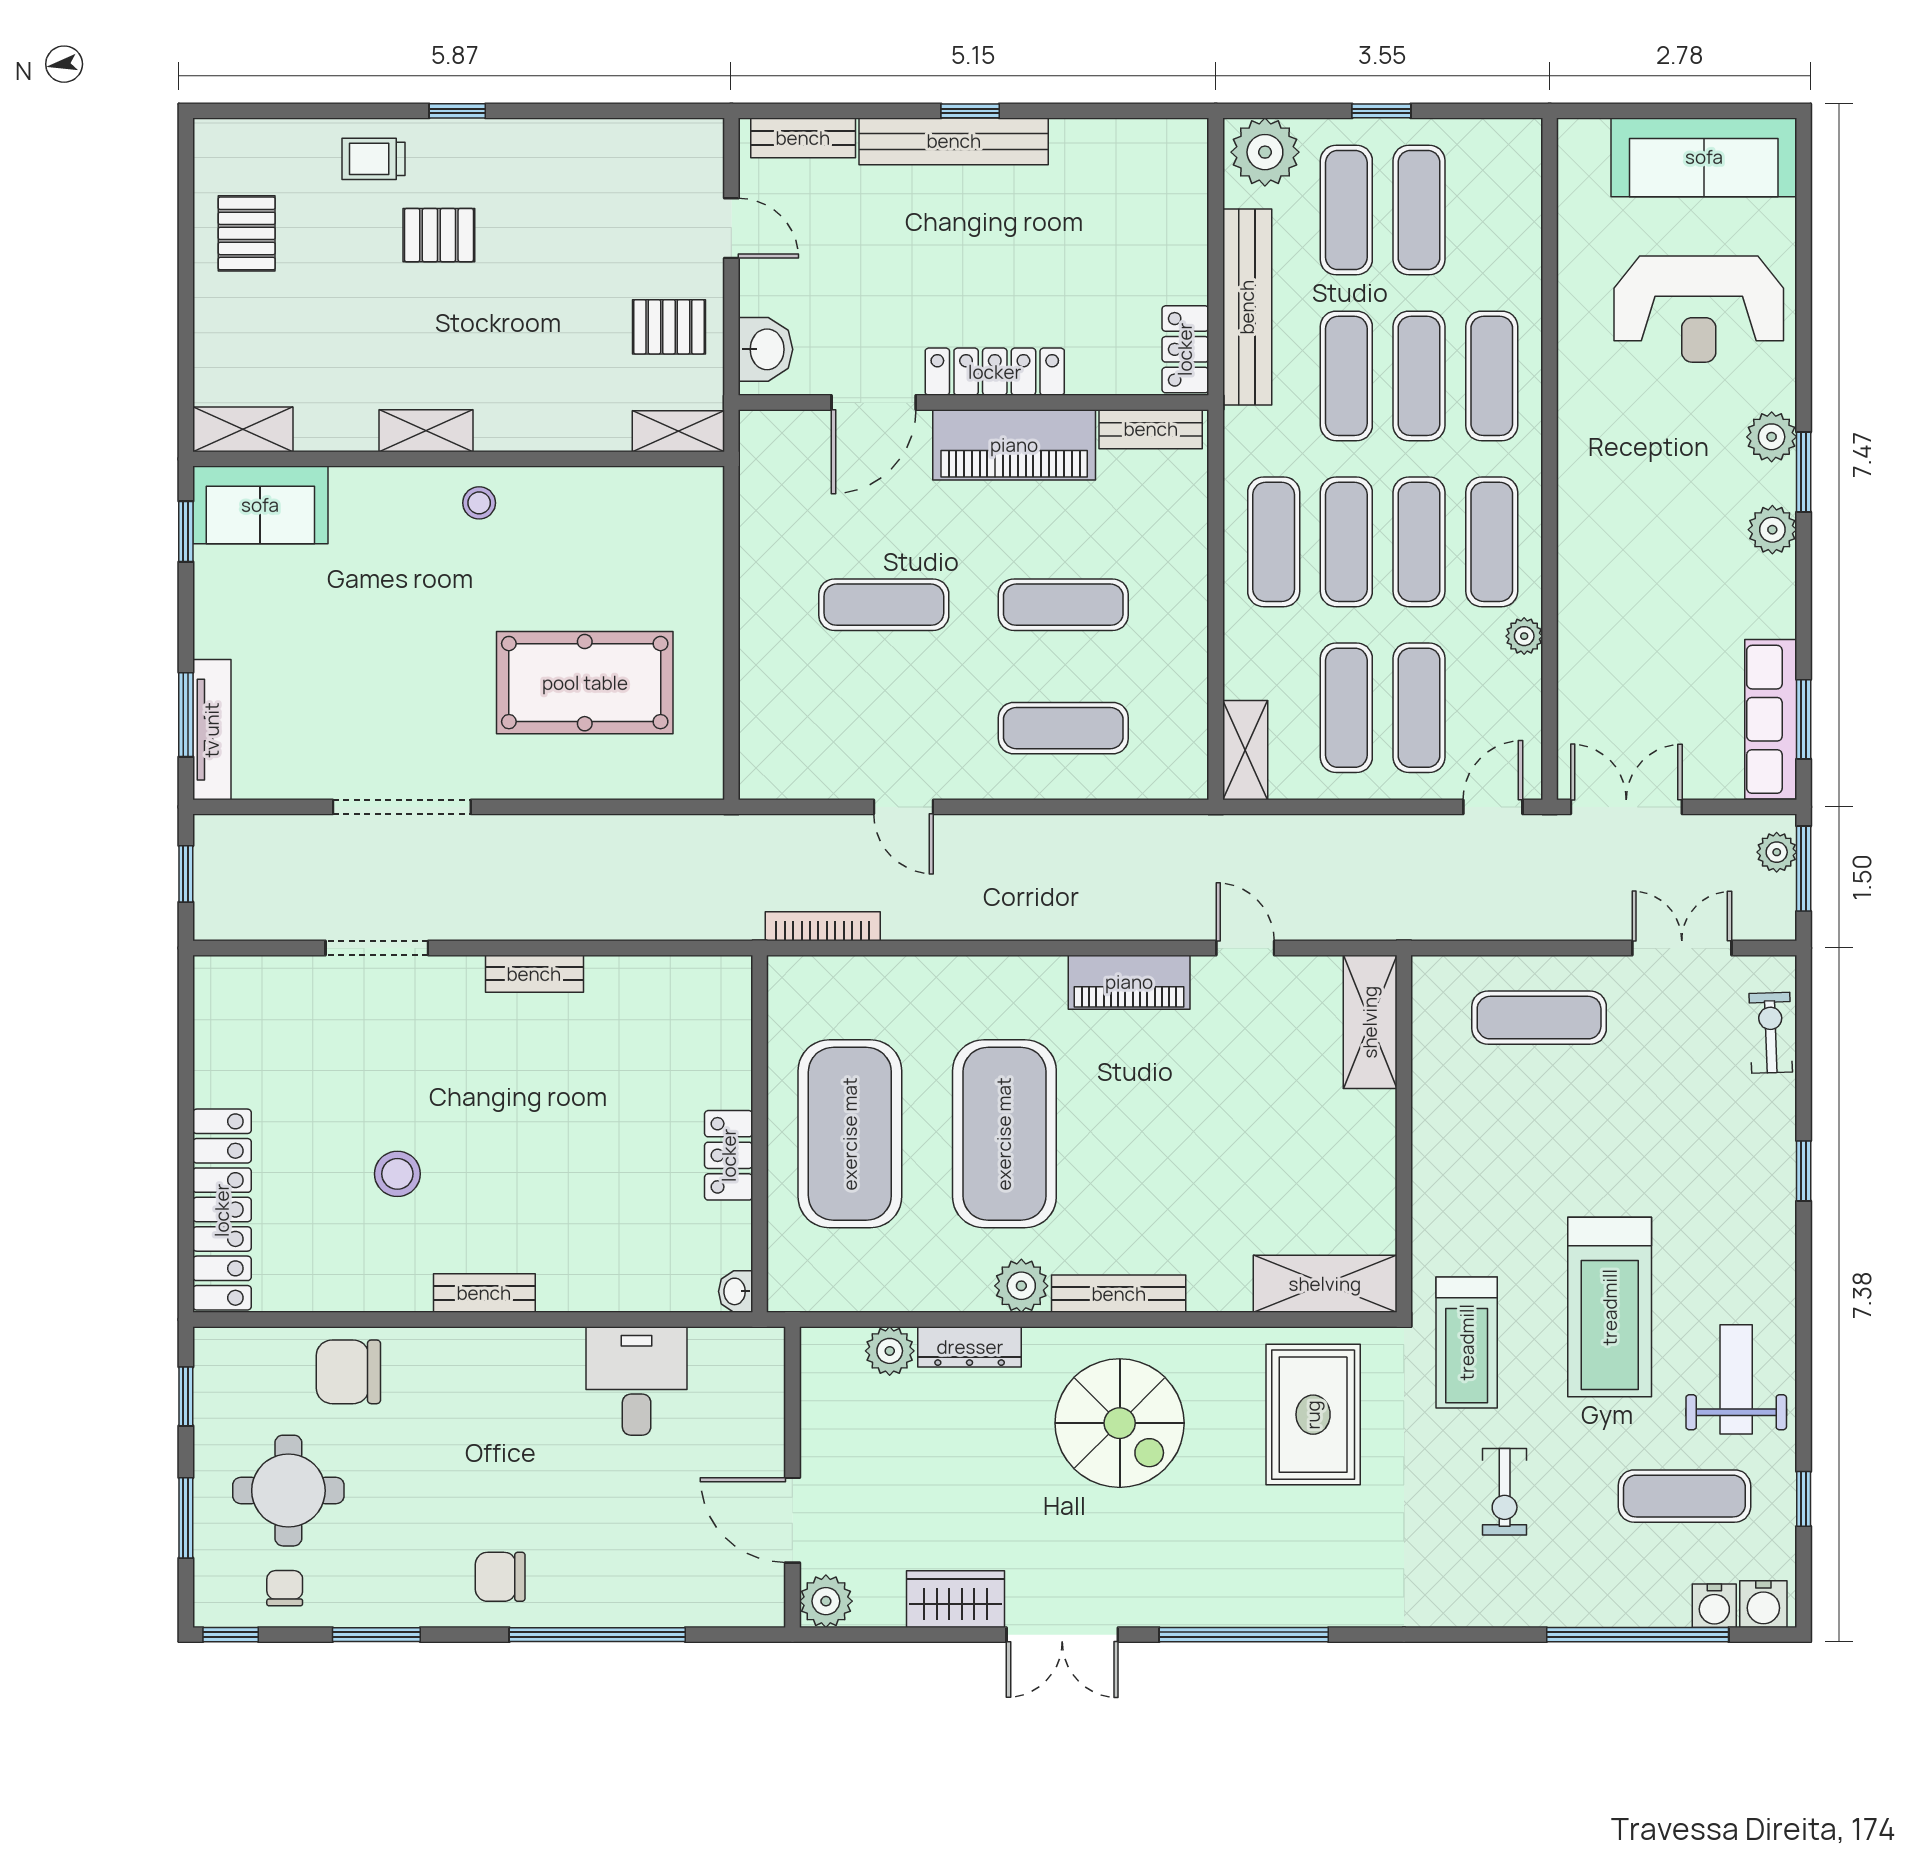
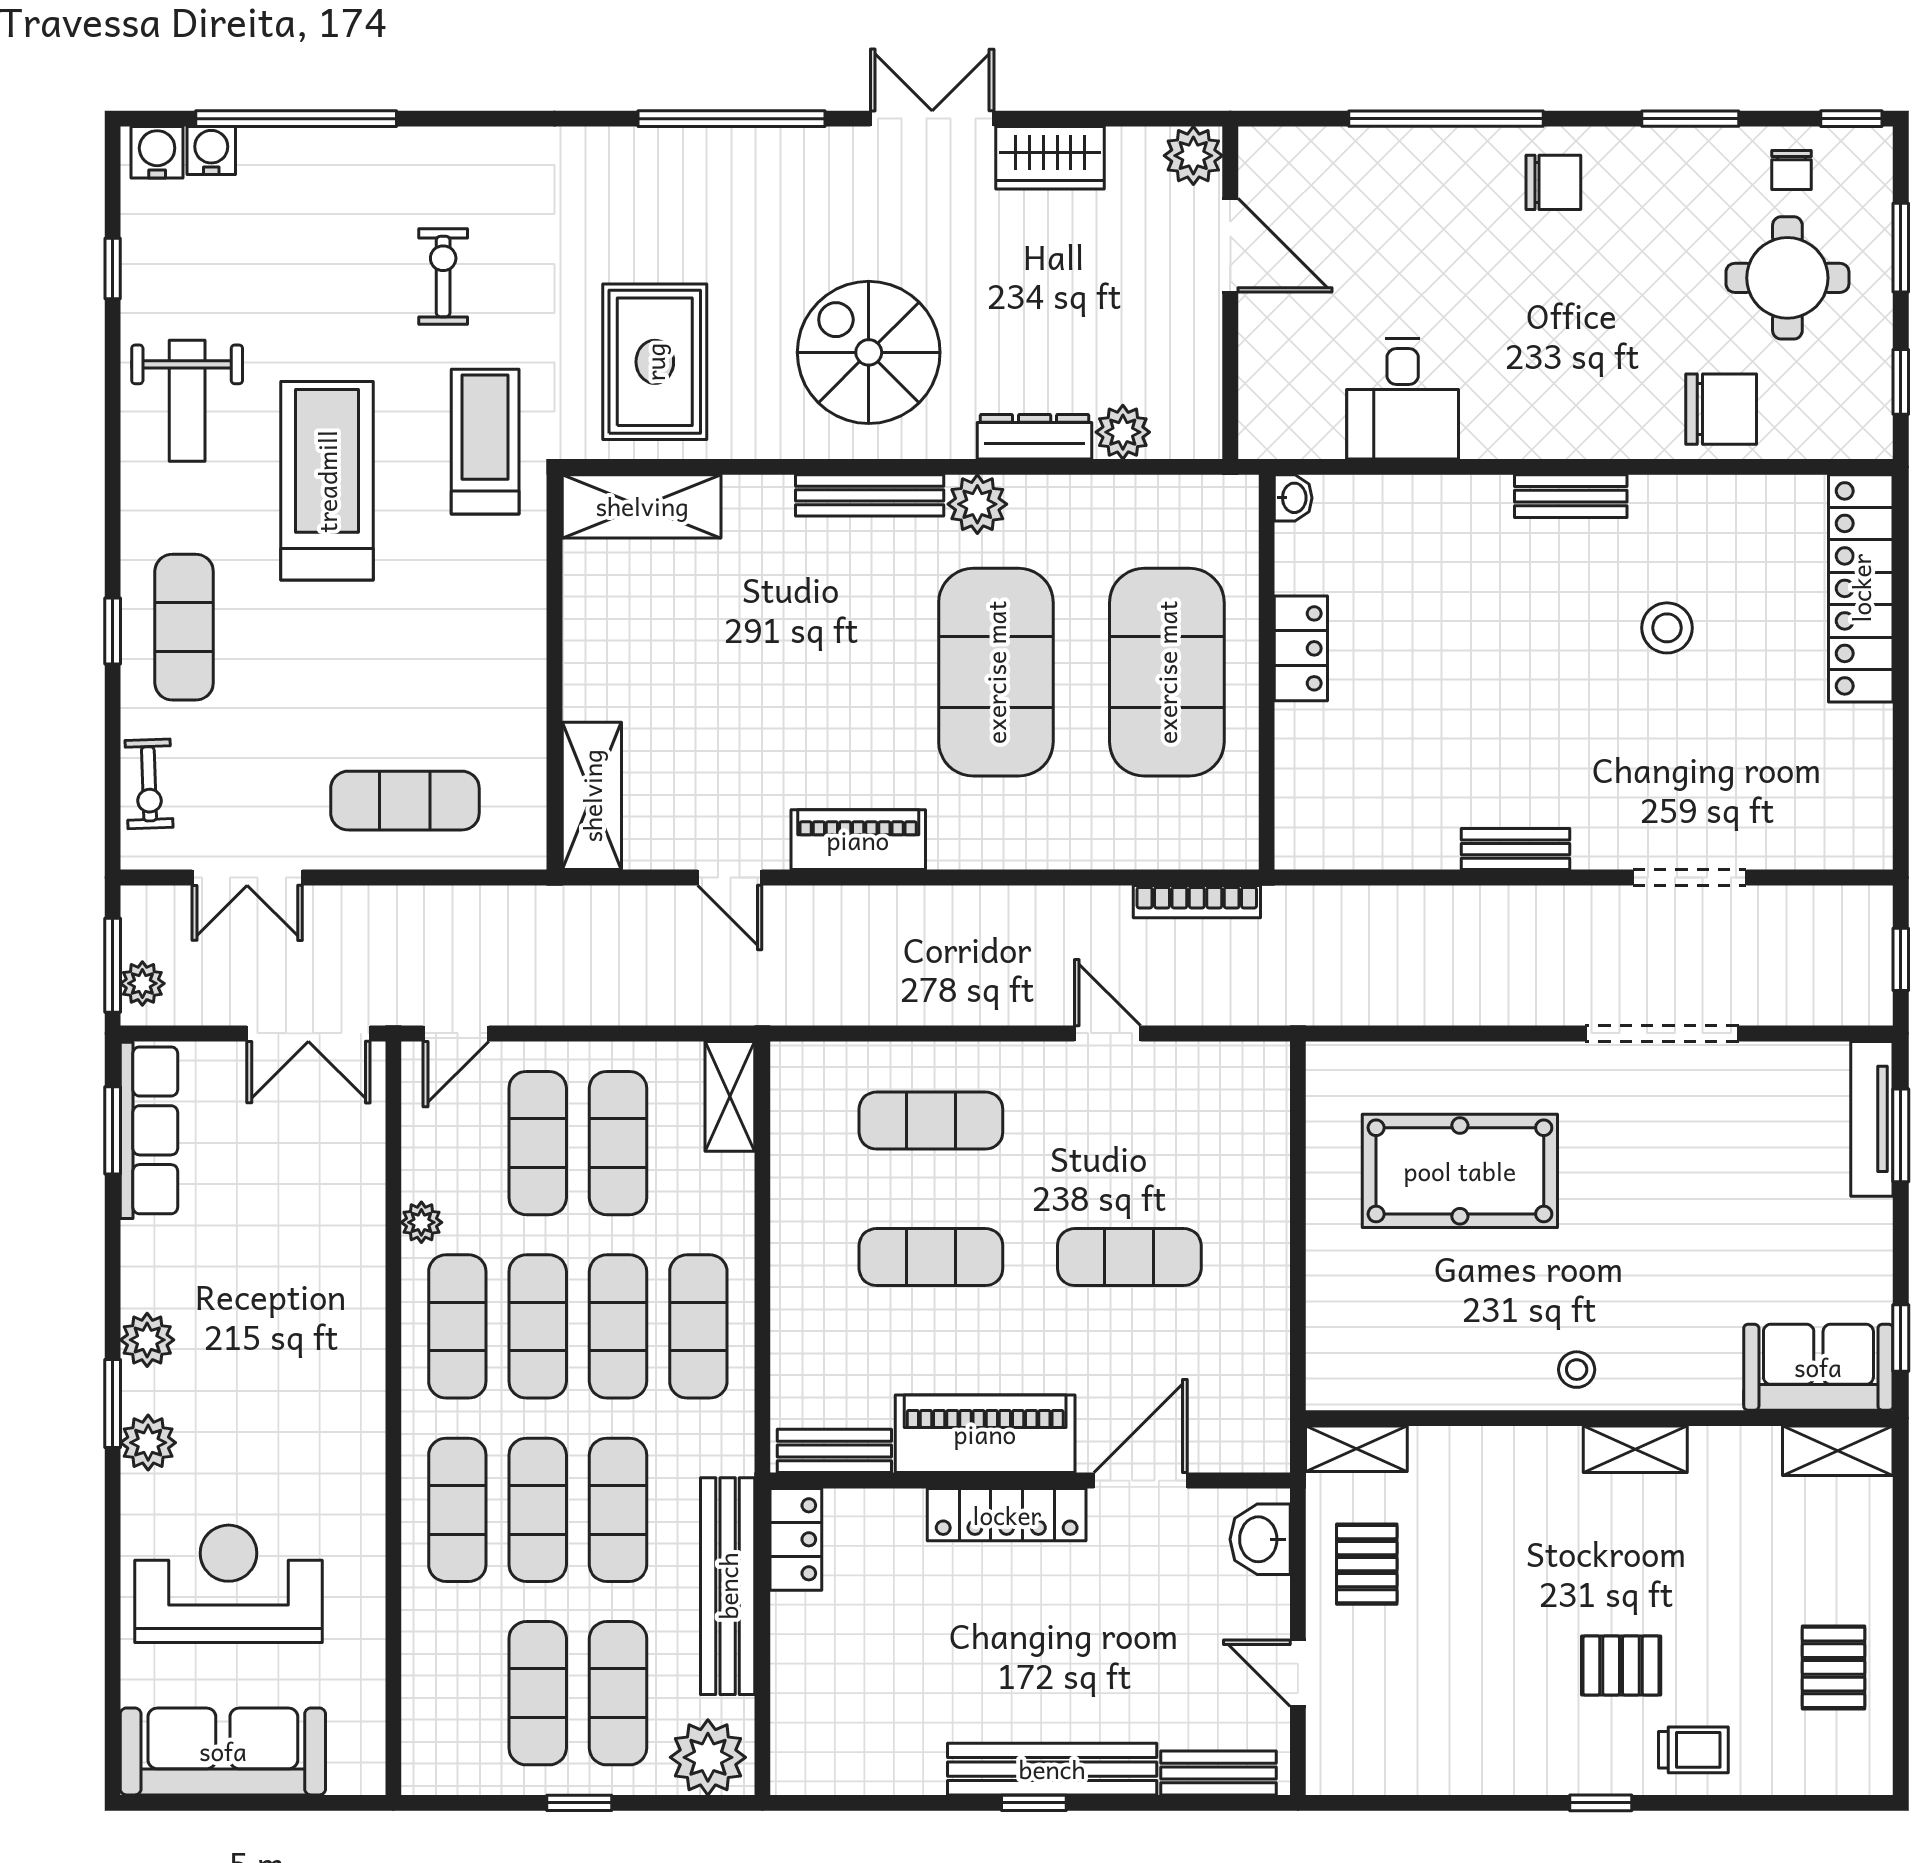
pallet: (669, 327) -> (1367, 1564), turned 90
exercise mat: (1684, 1496) -> (184, 627), moved, turned 90

